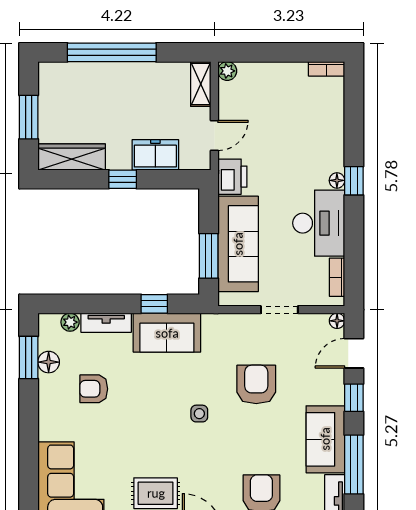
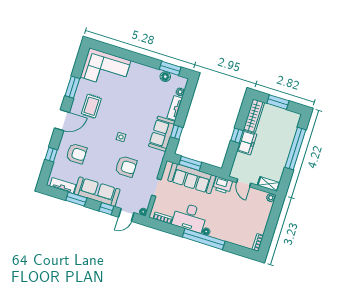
freezer: (155, 155) -> (247, 142), moved
window: (354, 181) -> (204, 239), width x3.17
door: (354, 353) -> (126, 215), swing flipped
armchair: (94, 389) -> (147, 93), removed
sofa: (325, 439) -> (97, 192), width x1.36
window: (354, 465) -> (76, 199), width x0.69

